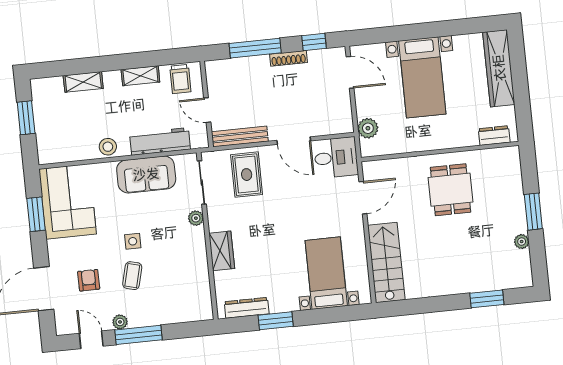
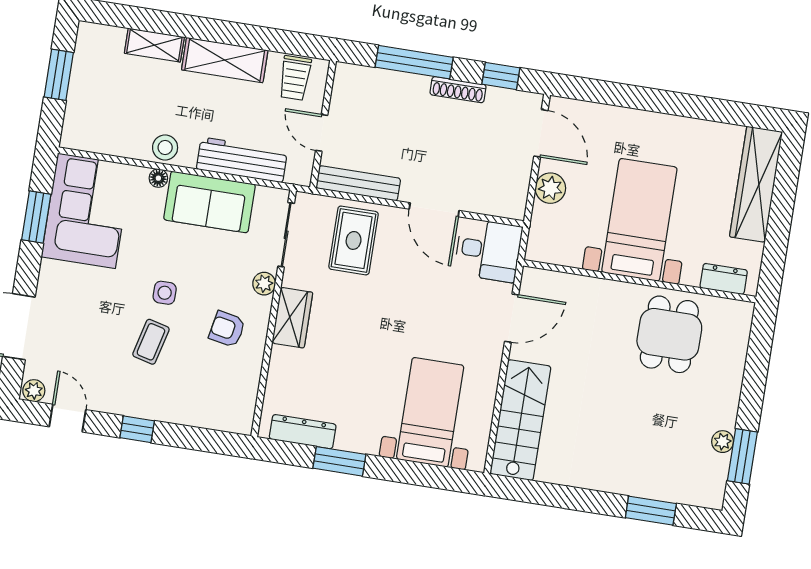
shelving: (140, 76) -> (225, 60), width x1.50, depth x1.33
bed with nightstands: (422, 77) -> (639, 220), moved, turned 180
plant: (368, 128) -> (550, 188), moved
floor lamp: (109, 168) -> (158, 178), added
dining table: (451, 190) -> (669, 334), moved
window: (533, 212) -> (742, 456), moved
wardrobe: (222, 251) -> (292, 318), moved
armchair: (89, 280) -> (227, 329), moved, turned -79
plant: (120, 322) -> (34, 391), moved
window: (138, 335) -> (137, 429), width x0.46

